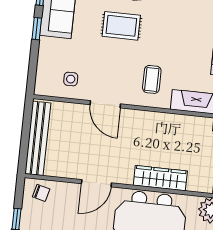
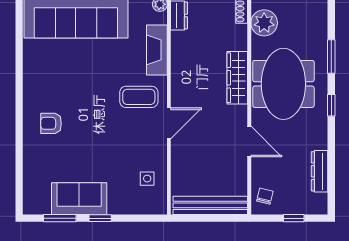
rug: (121, 26) -> (88, 133), removed
coffee table: (152, 79) -> (139, 97), width x1.36, depth x1.30
door: (105, 104) -> (169, 123), moved

